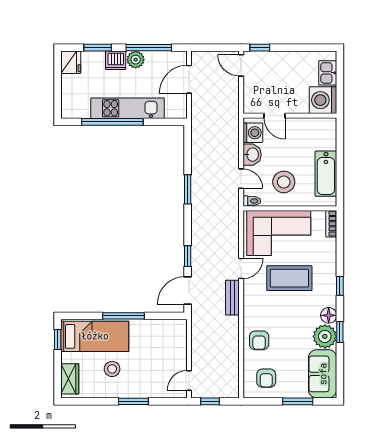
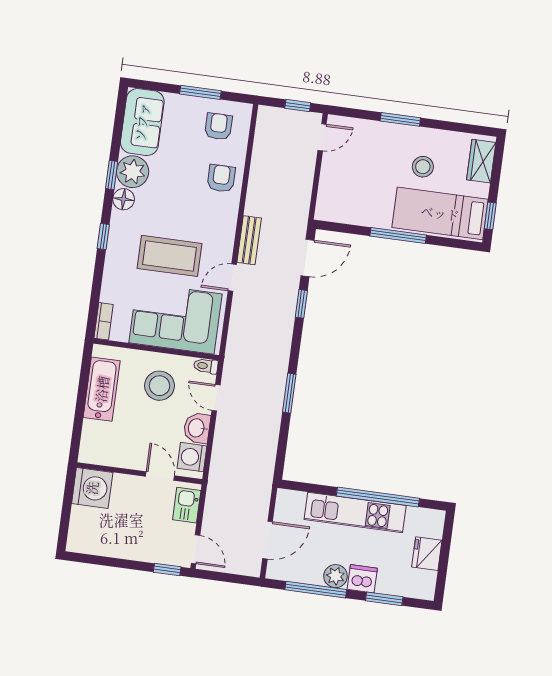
fridge: (71, 62) -> (427, 554), moved
kitchen sink: (328, 73) -> (187, 505), moved, turned 180
window: (298, 401) -> (200, 92), moved

